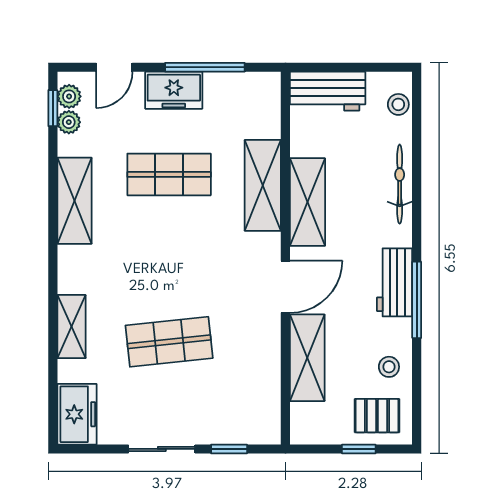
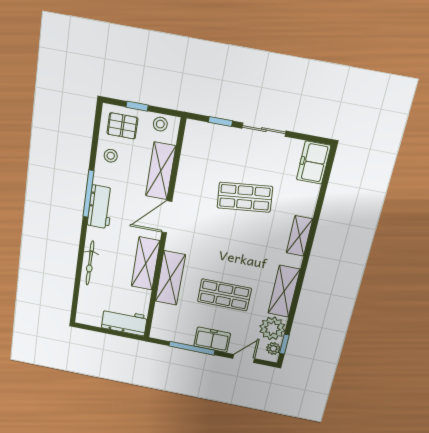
stool: (398, 104) -> (160, 124), moved
plant: (69, 122) -> (272, 328), width x1.88, depth x1.88
shelving: (71, 327) -> (299, 236), moved

